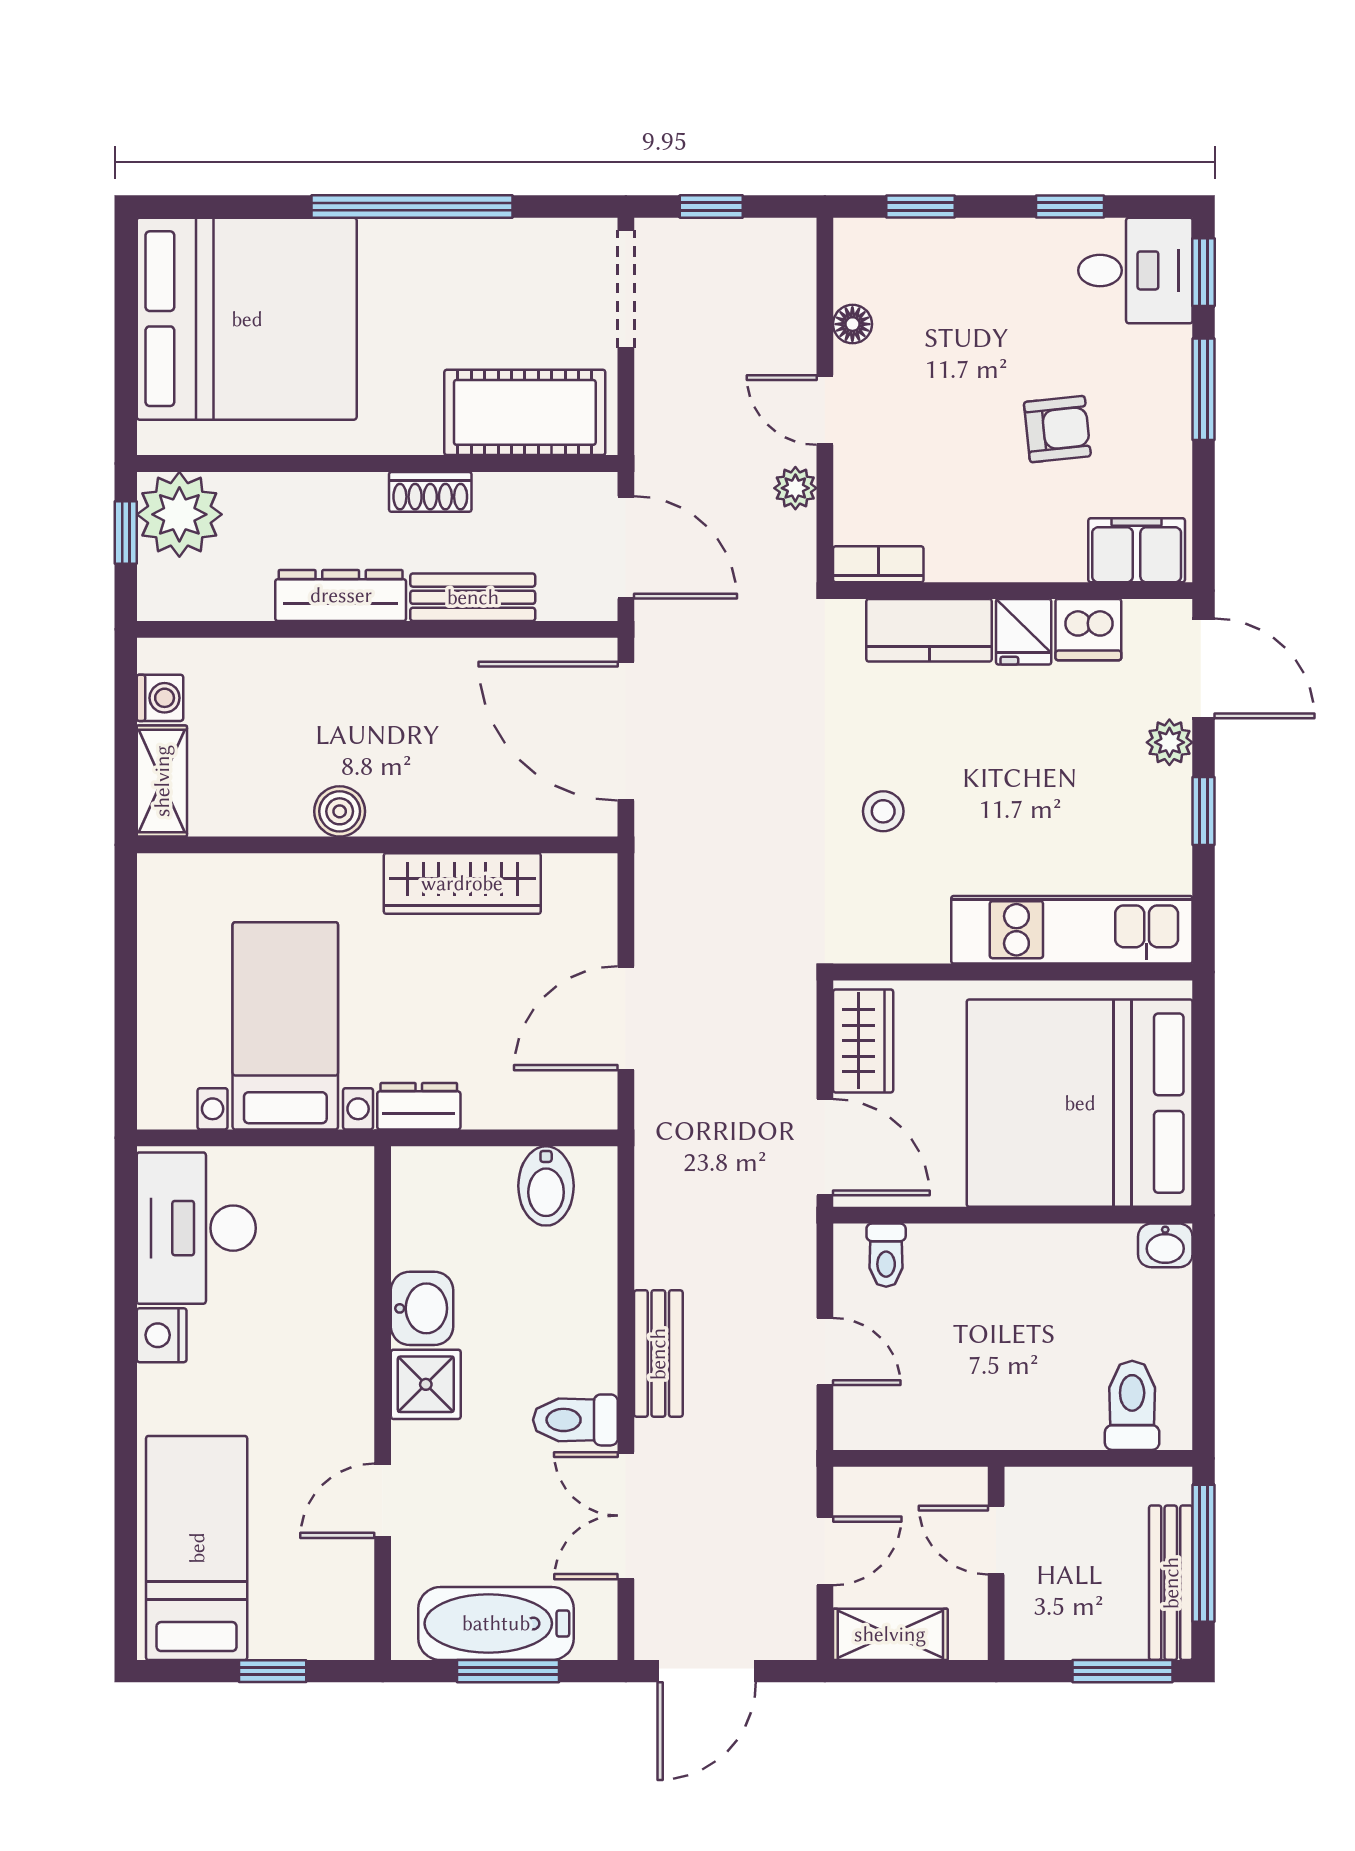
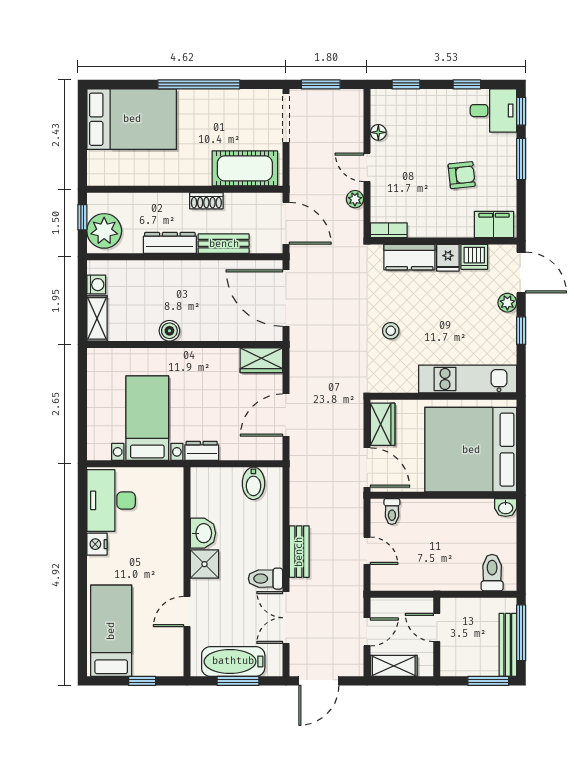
window: (711, 207) -> (321, 84), width x1.50
bed: (247, 319) -> (132, 119), width x0.73
plant: (179, 514) -> (104, 231), moved
wardrobe: (462, 883) -> (261, 360), moved, width x0.67

